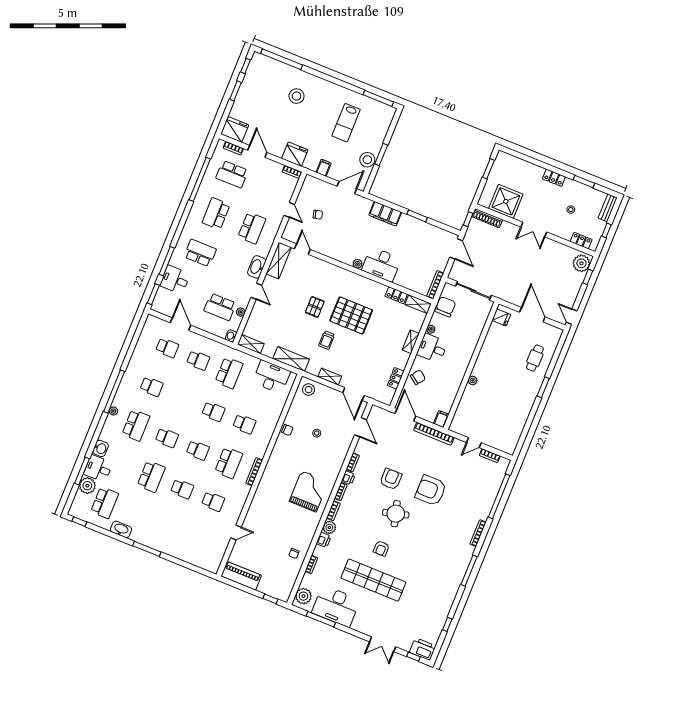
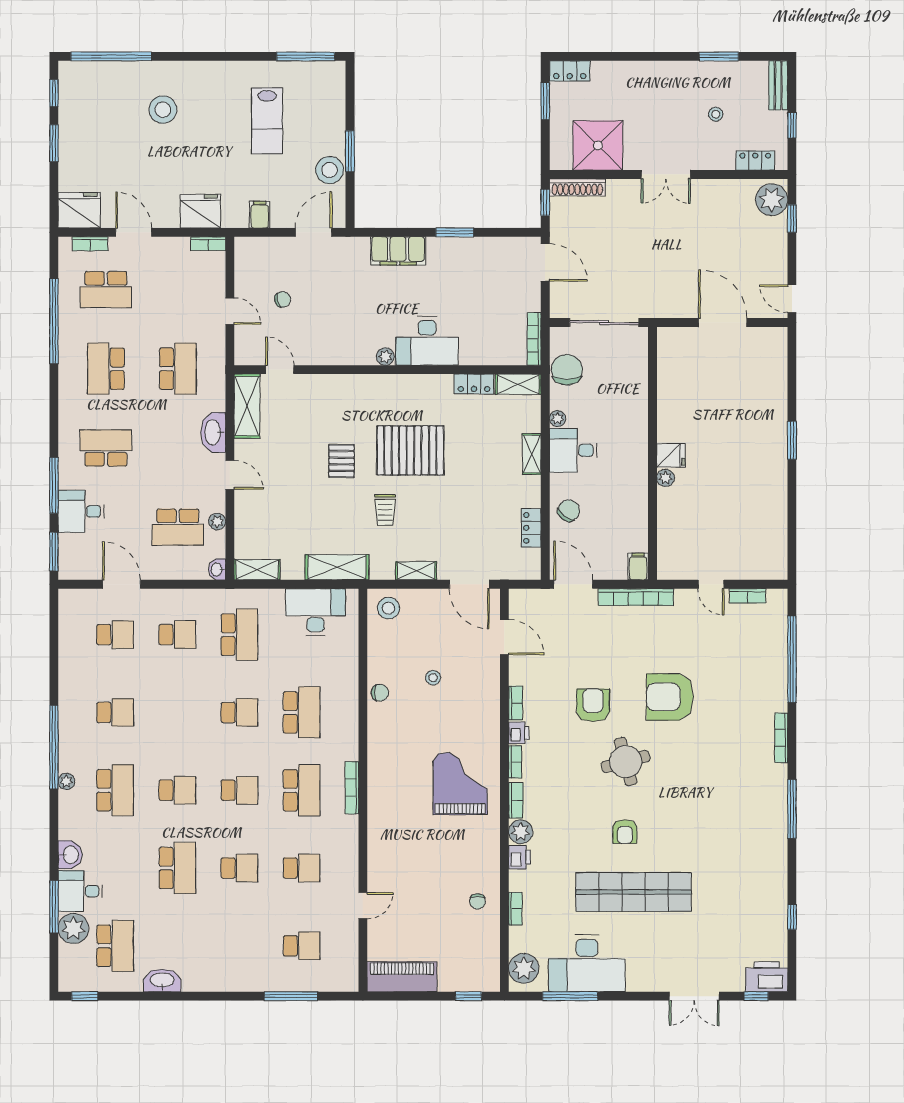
locker: (554, 178) -> (570, 71), moved
fridge: (501, 317) -> (671, 456), moved
cafe table: (535, 358) -> (757, 396), removed
school desk: (244, 424) -> (302, 712), width x1.85
door: (474, 443) -> (711, 584), hinge flipped
school desk: (197, 540) -> (302, 946), added
window: (147, 549) -> (291, 996), moved

